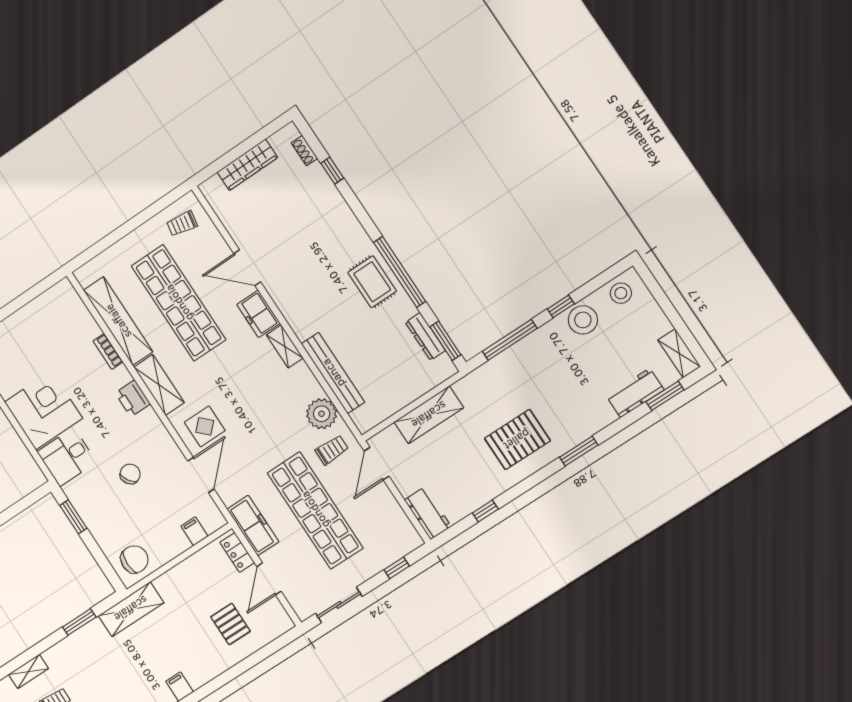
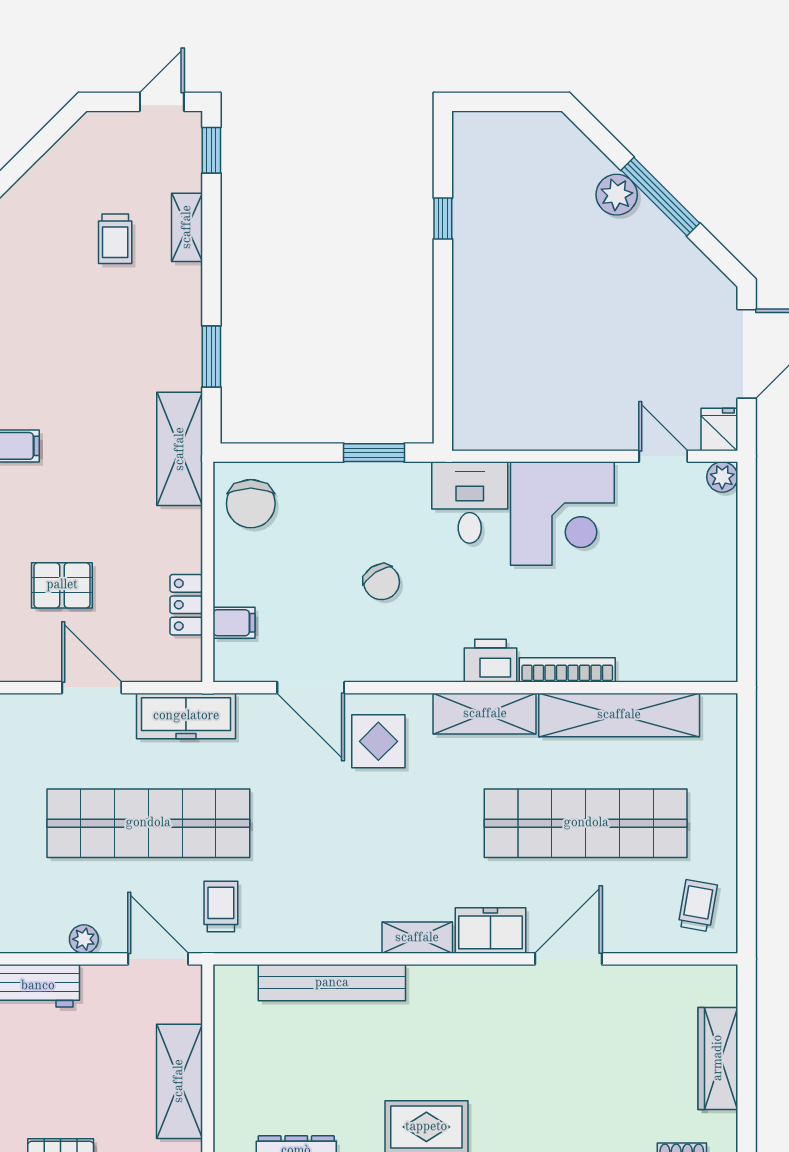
bookcase: (108, 351) -> (567, 670), width x1.56
plant: (322, 414) -> (84, 939), moved, width x0.53, depth x0.53
trolley: (332, 450) -> (221, 906), turned 180
locker: (237, 552) -> (186, 605), moved, turned -90

